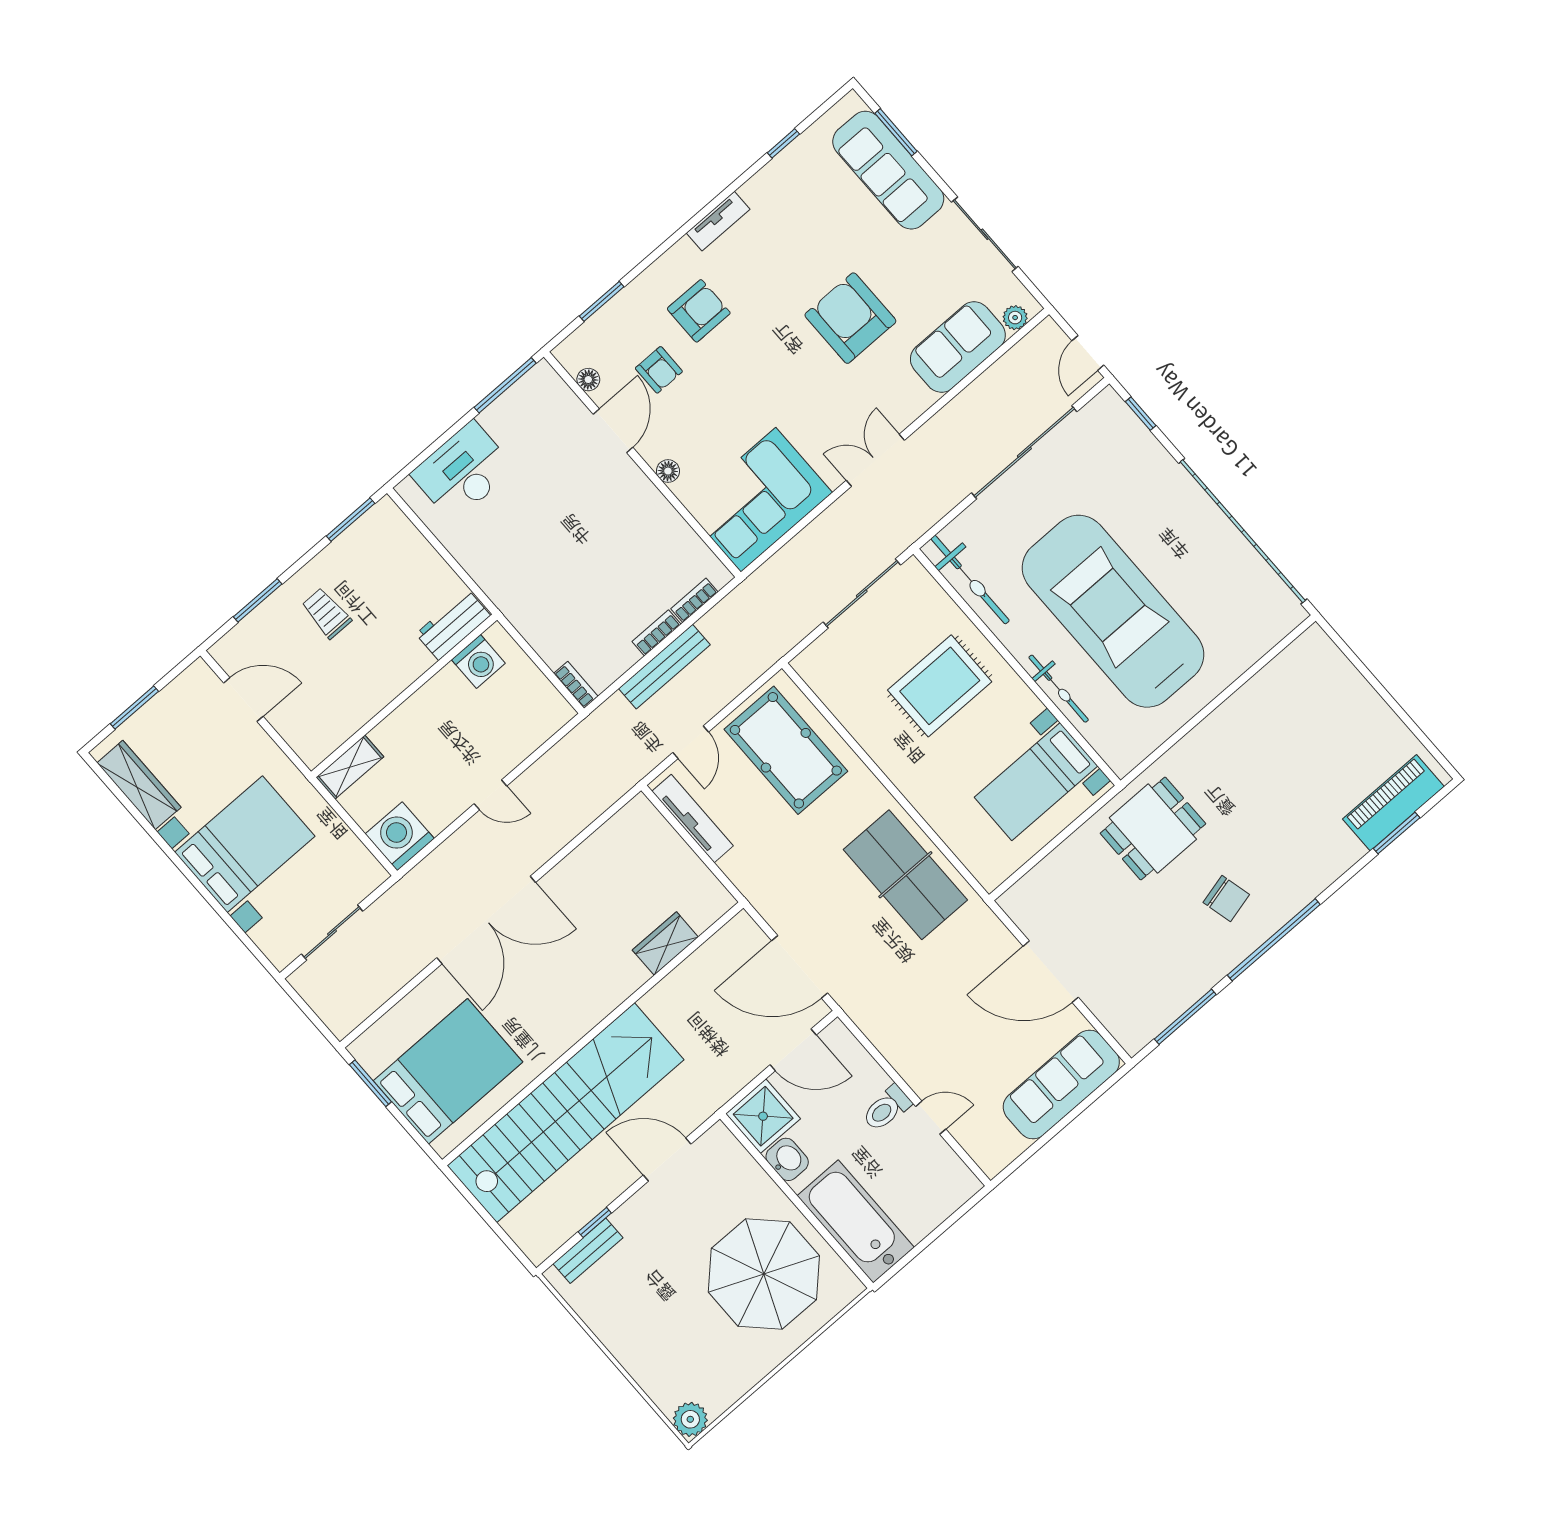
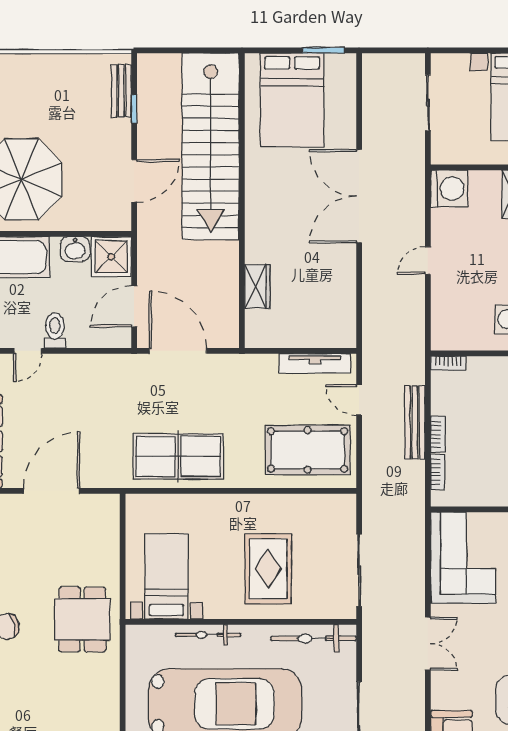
door: (800, 967) -> (178, 351), hinge flipped

